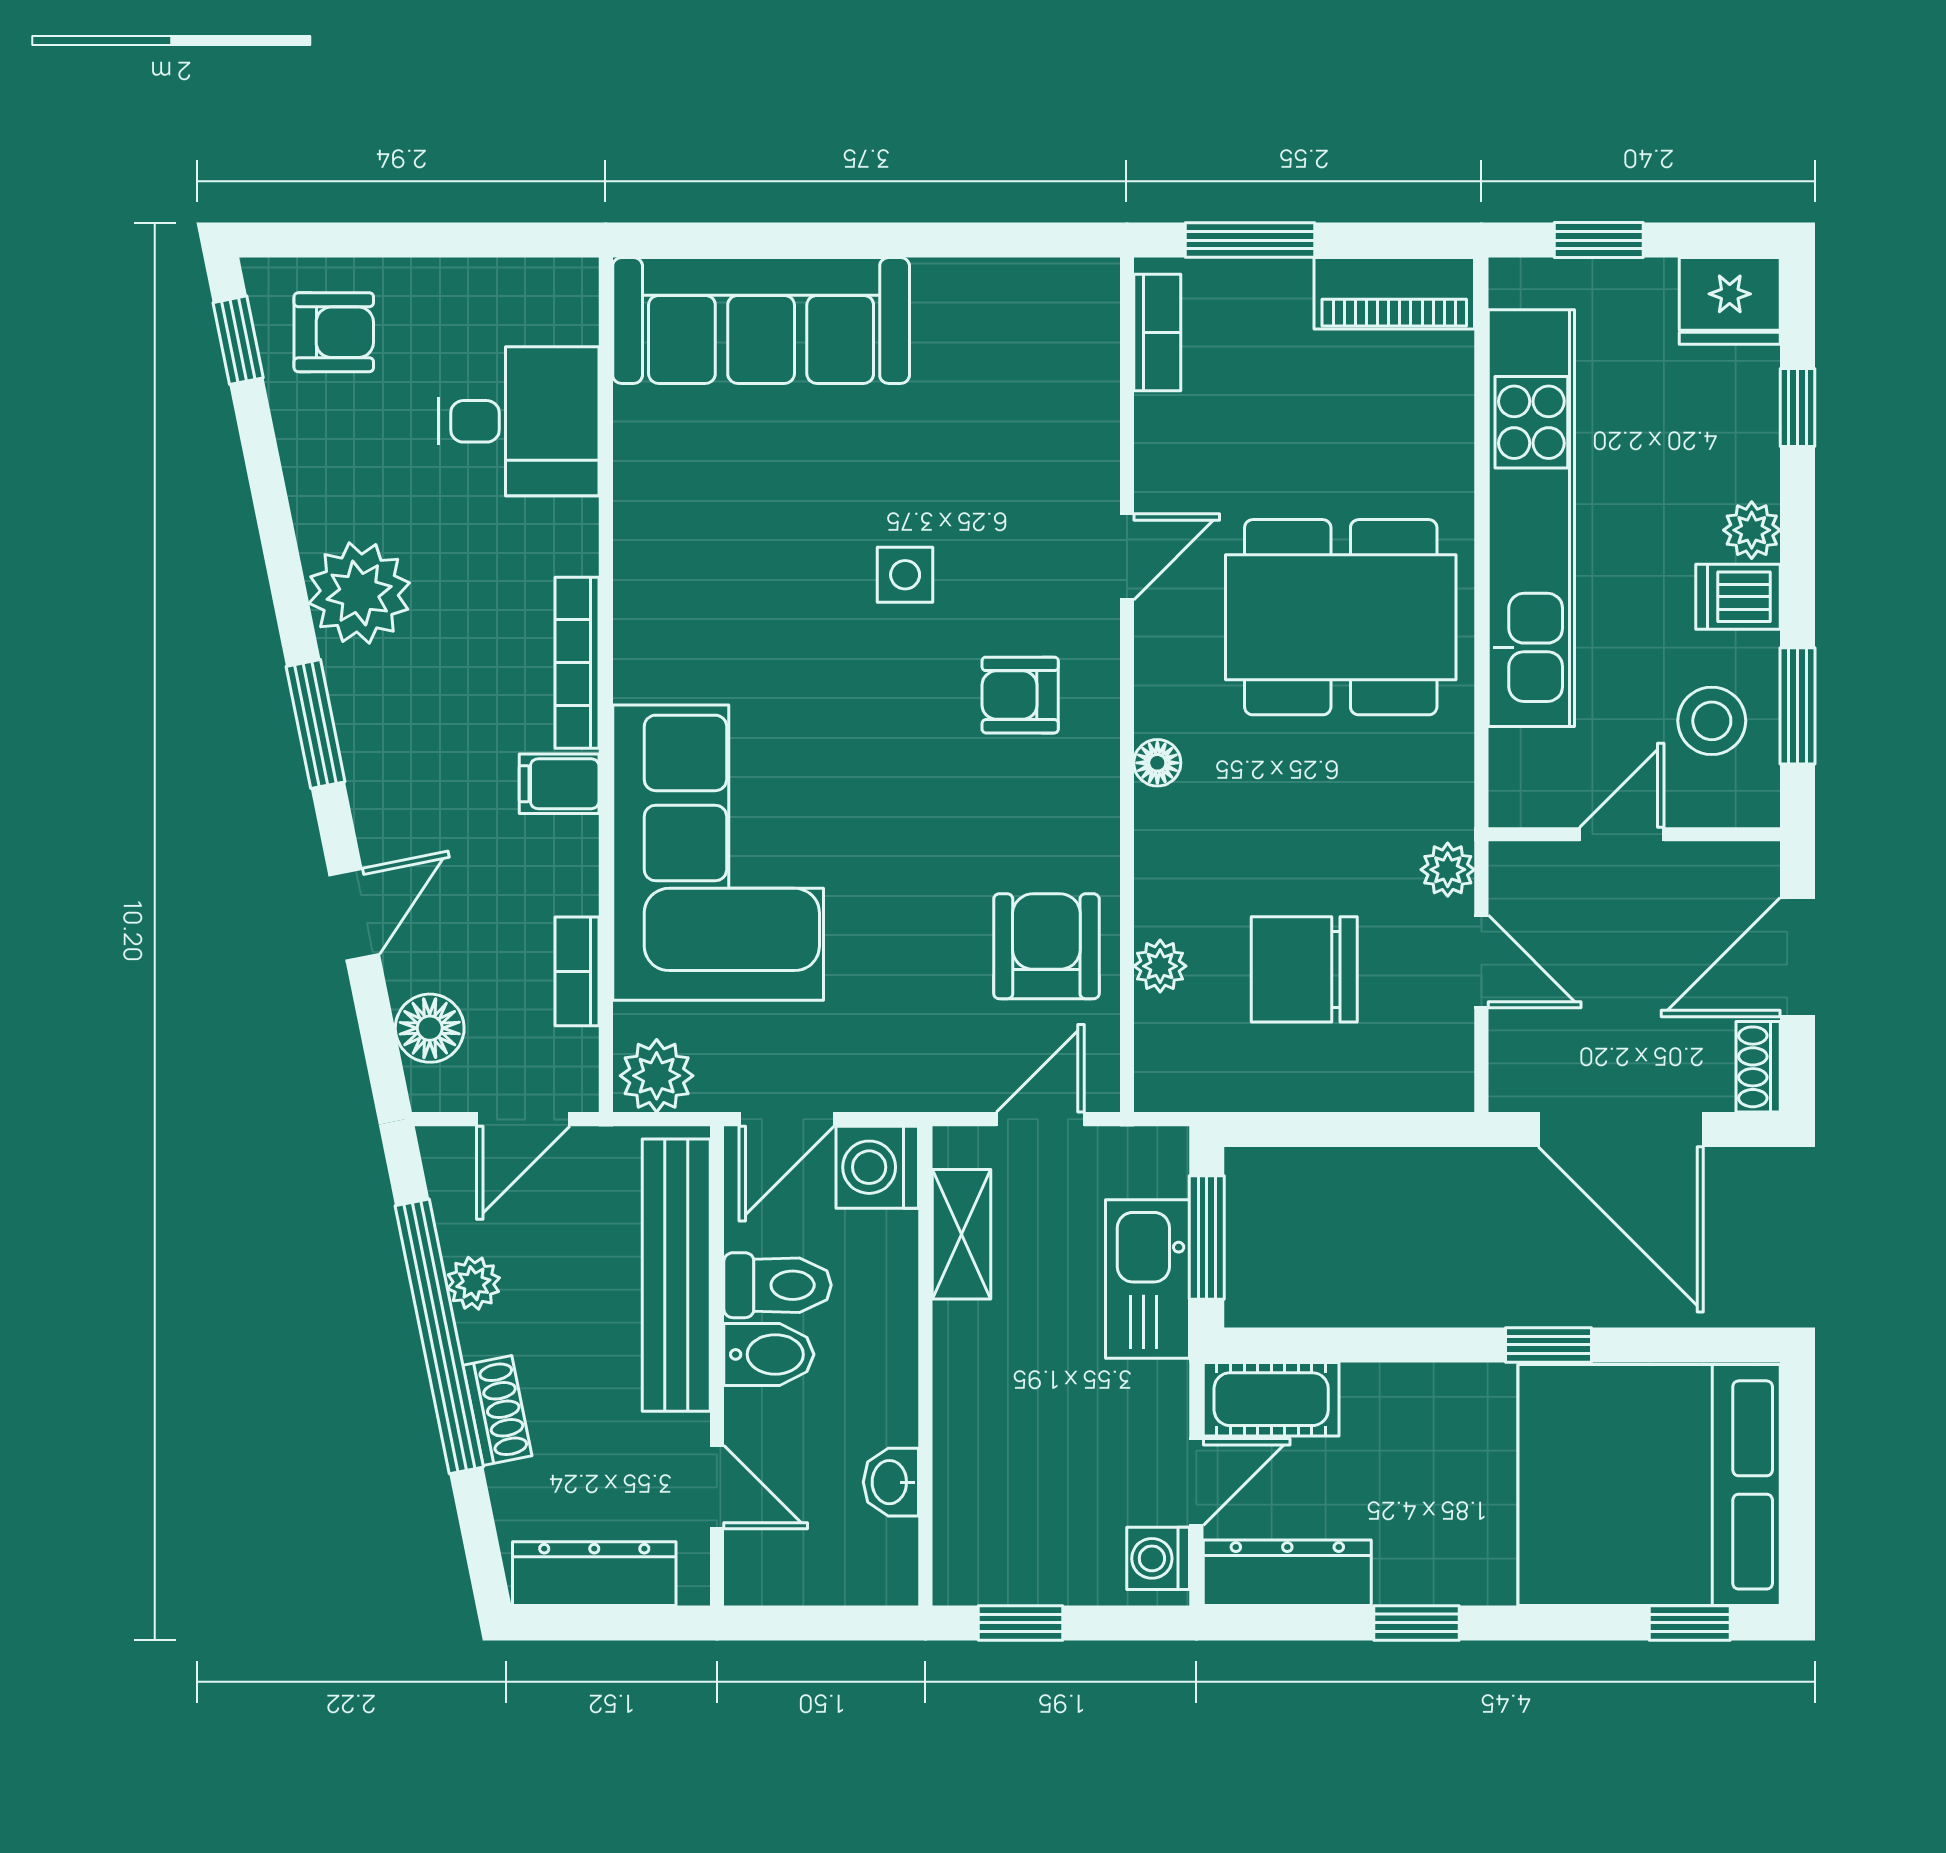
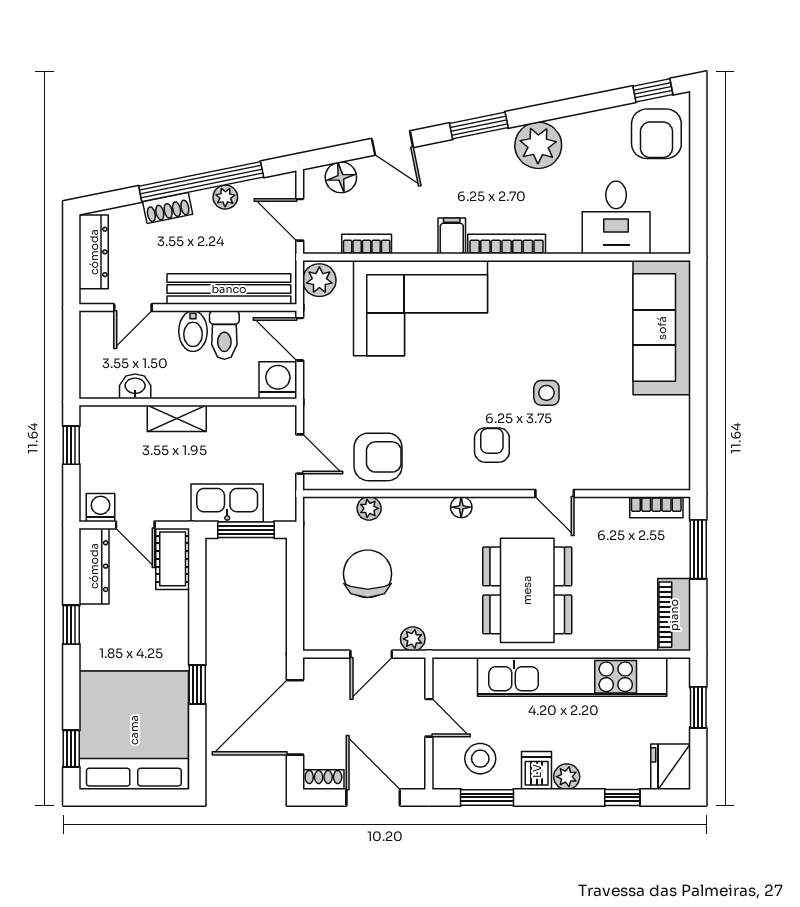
armchair: (334, 332) -> (656, 134), width x1.38, depth x1.38
shelving: (962, 1234) -> (177, 418), moved

